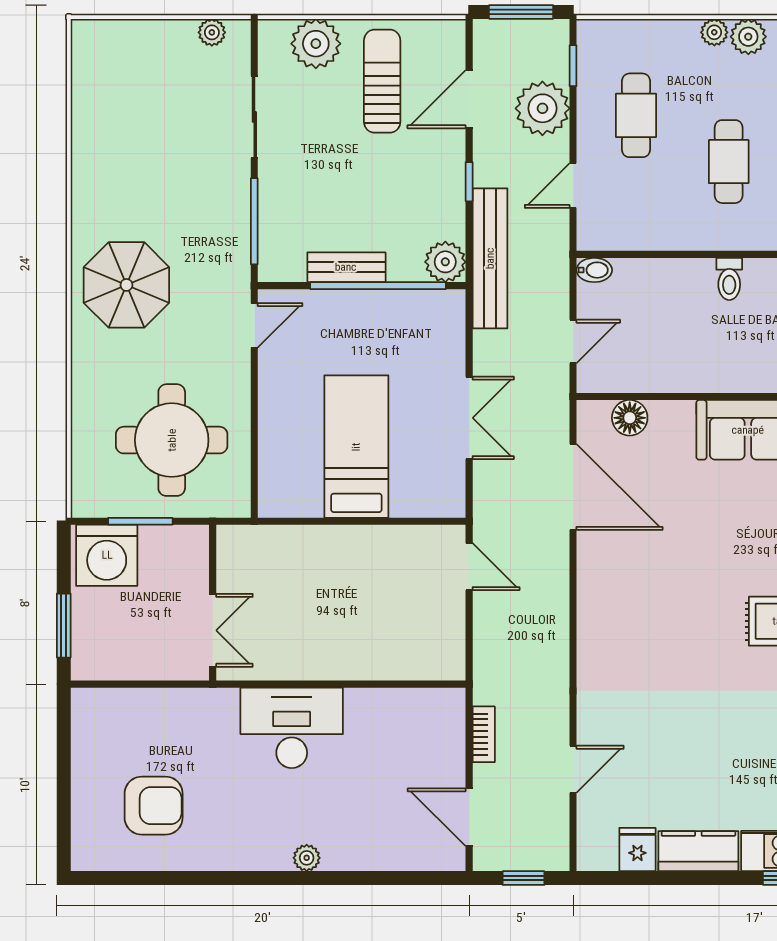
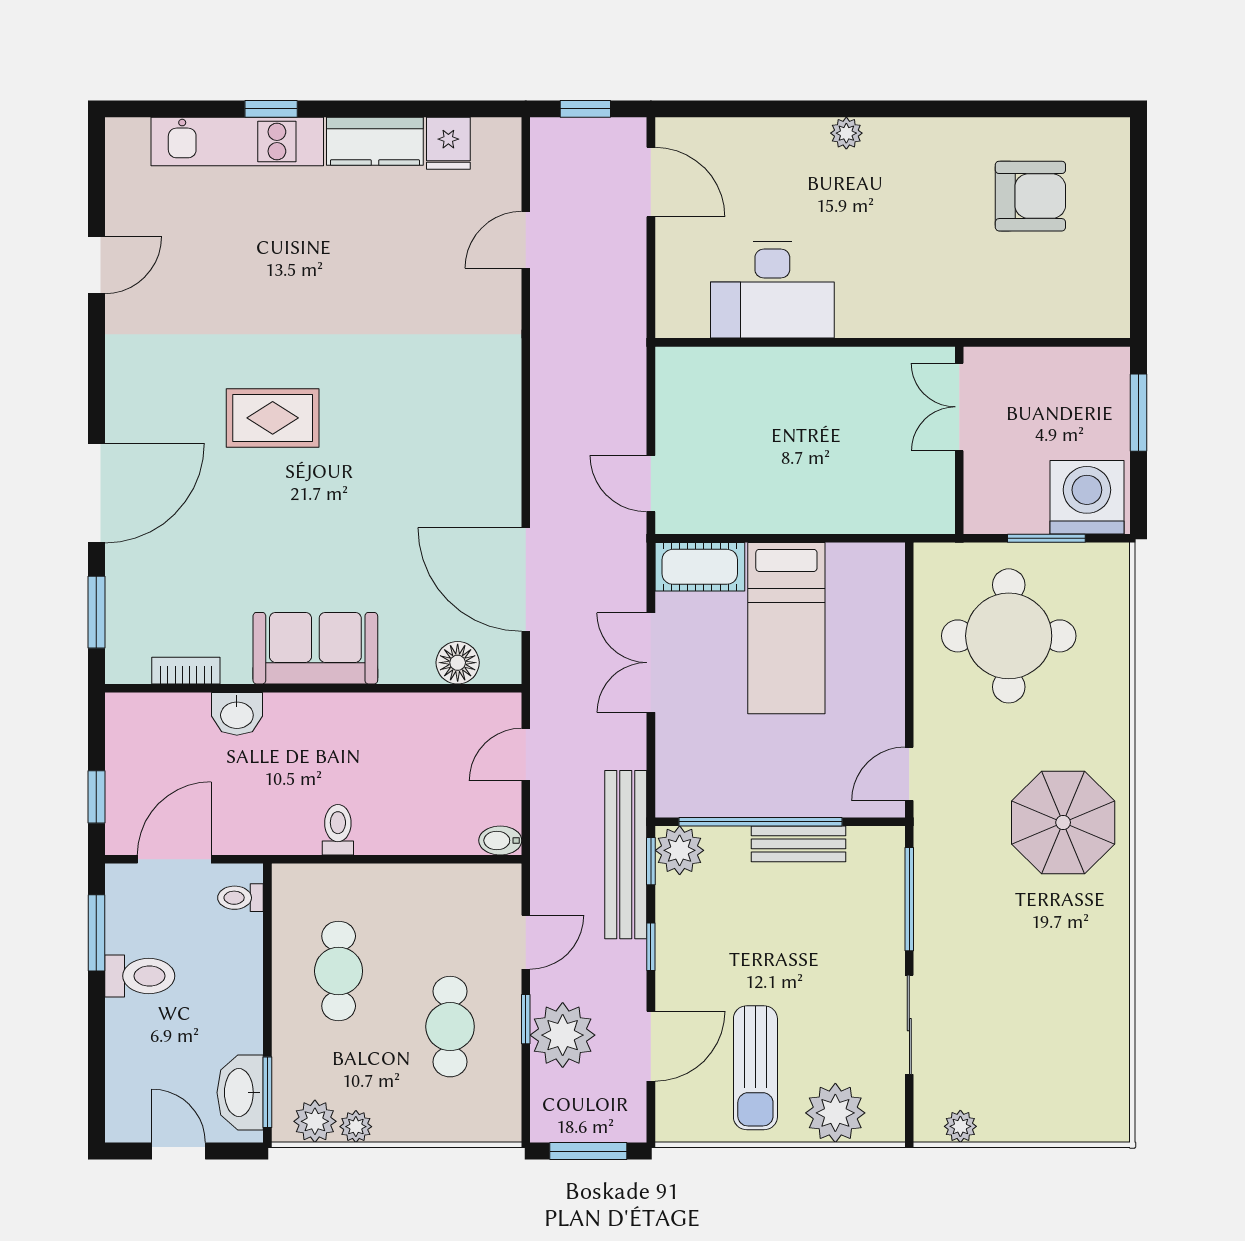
window: (573, 66) -> (526, 1019), moved
window: (469, 253) -> (651, 861), added
cot: (428, 498) -> (700, 567), added
desk: (292, 728) -> (772, 290), moved
bookcase: (484, 734) -> (633, 282), removed
armchair: (154, 806) -> (1030, 196), turned 180

